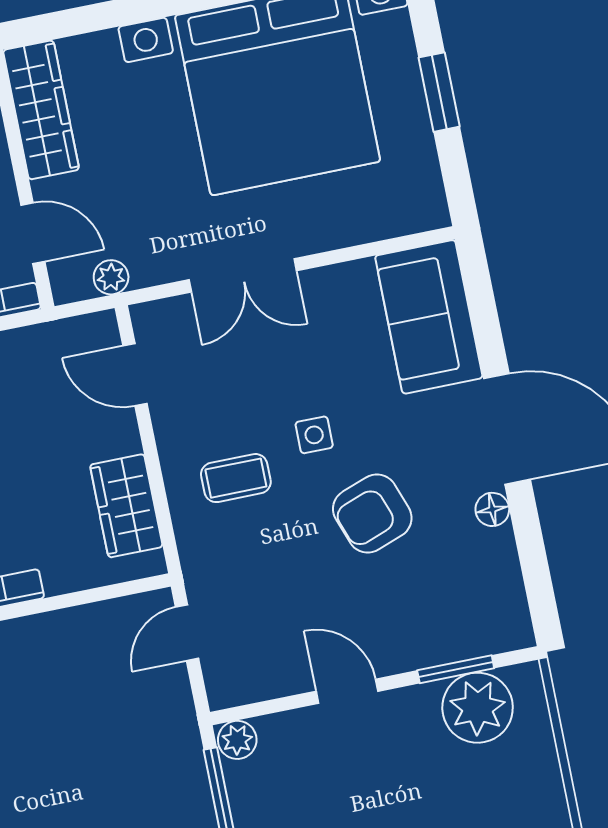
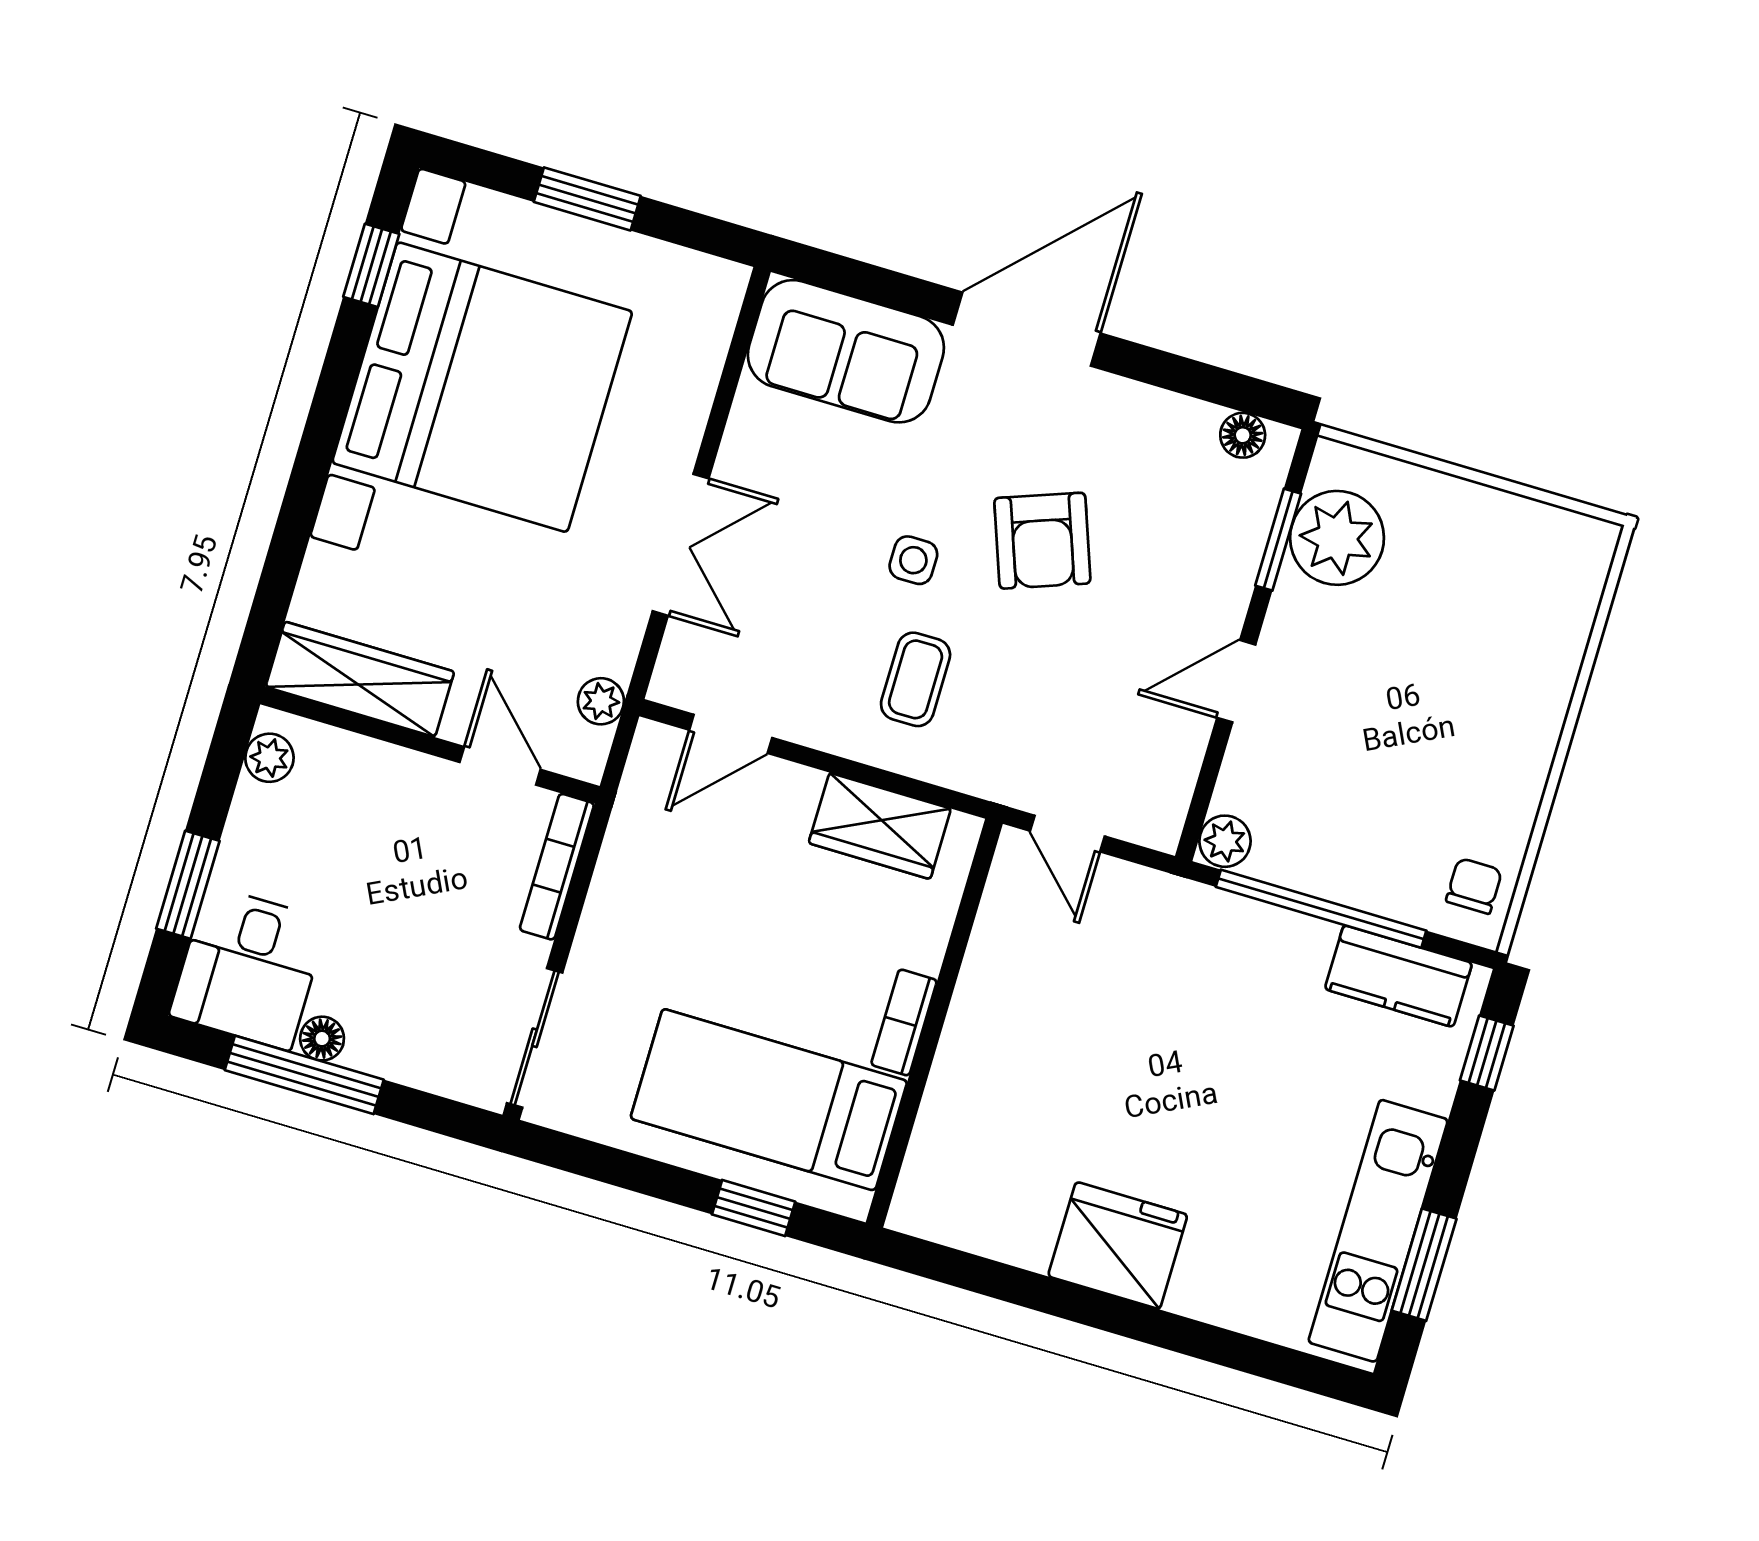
door: (33, 233) -> (500, 766), hinge flipped
floor lamp: (492, 509) -> (1243, 435), moved

